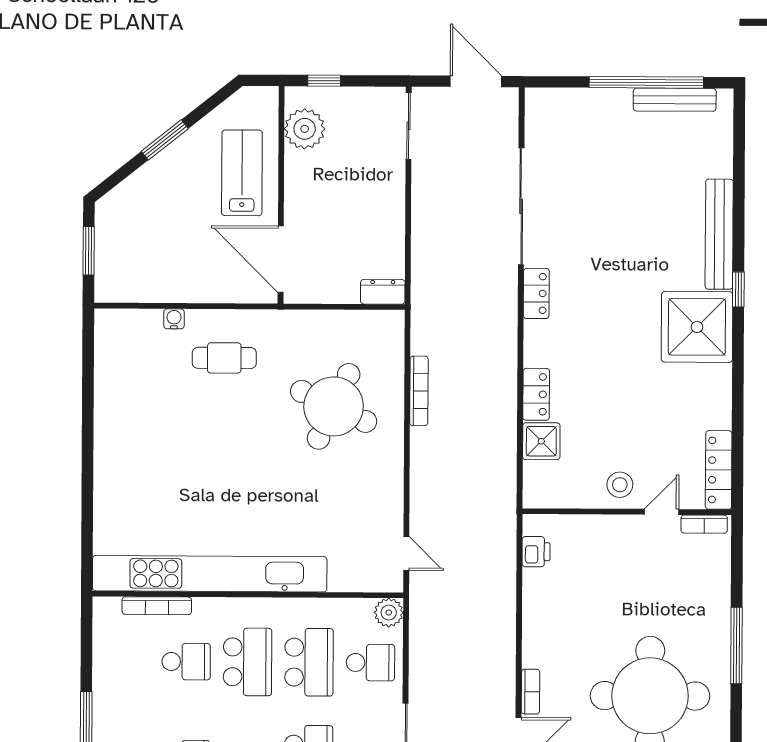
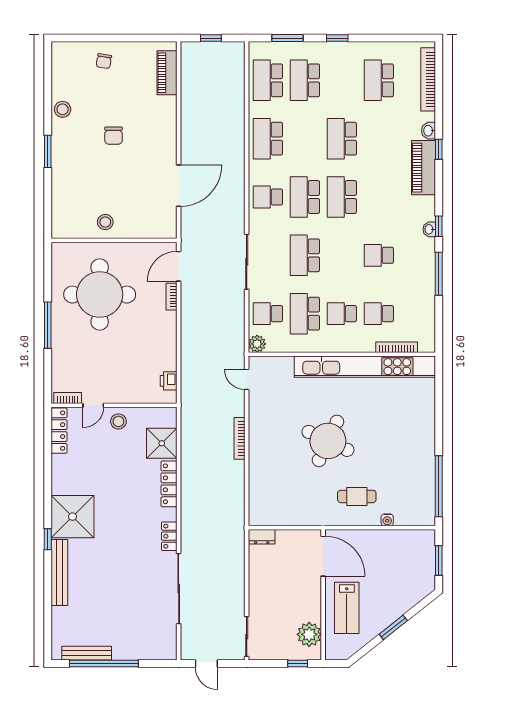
door: (476, 81) -> (206, 664), width x0.73
window: (88, 374) -> (439, 486), added
bookcase: (419, 391) -> (240, 438), moved
locker: (536, 394) -> (169, 484), width x1.53
round table: (334, 406) -> (328, 441), moved
shower: (541, 441) -> (162, 443), width x1.36, depth x1.36
school desk: (248, 662) -> (342, 314), width x0.54

